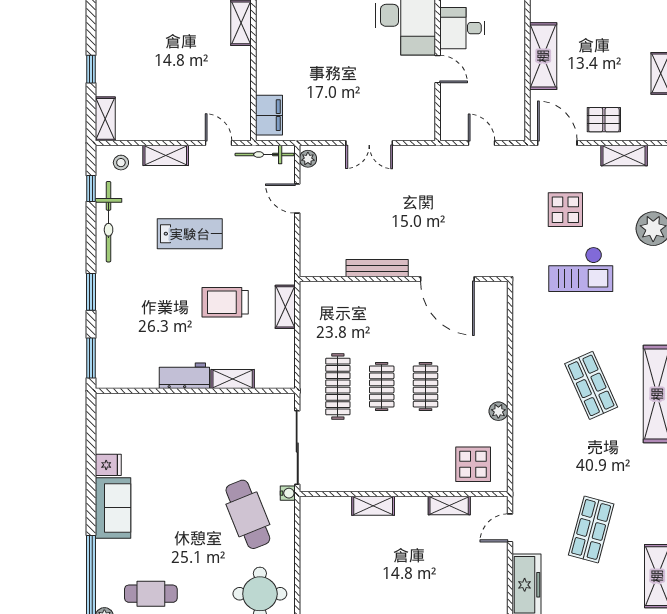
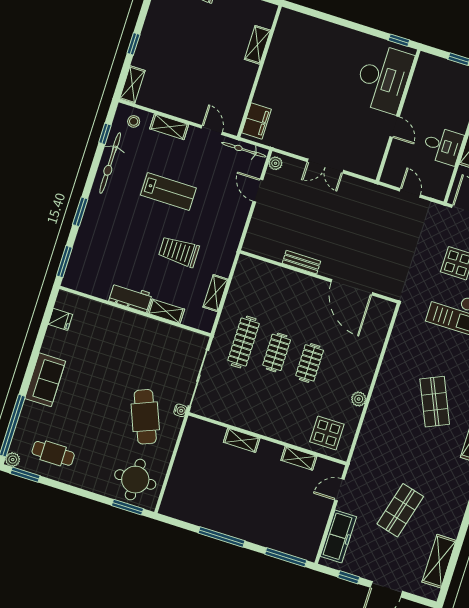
desk: (462, 28) -> (443, 146), moved, turned 180
bench: (377, 268) -> (301, 262), width x0.73
shelving: (285, 307) -> (215, 293), moved
fridge: (108, 465) -> (60, 319), moved

